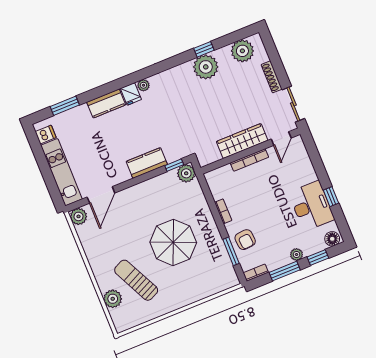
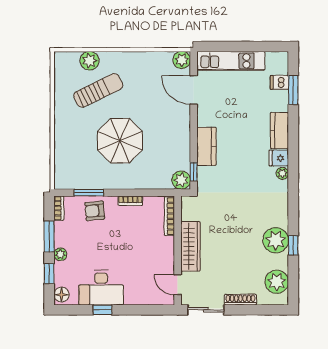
dishwasher: (46, 135) -> (279, 82), moved, turned 90
bookcase: (249, 160) -> (169, 216), moved

